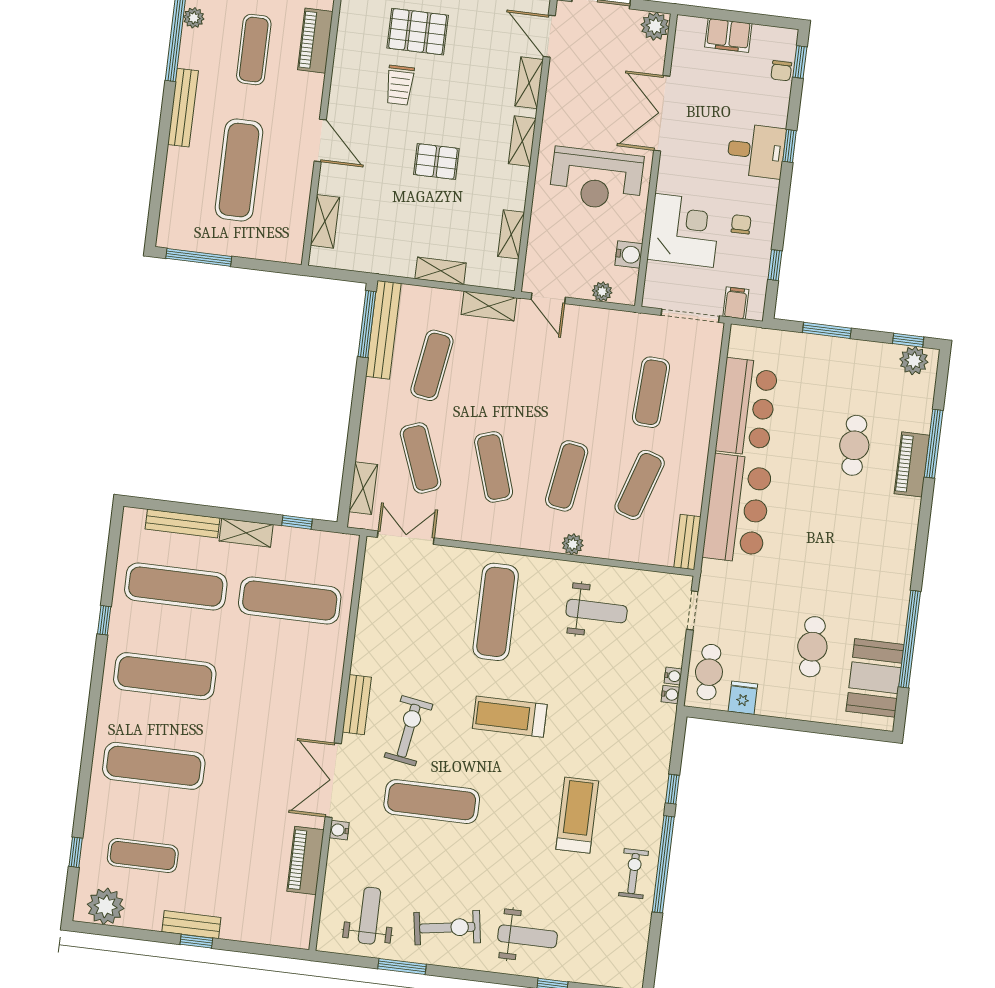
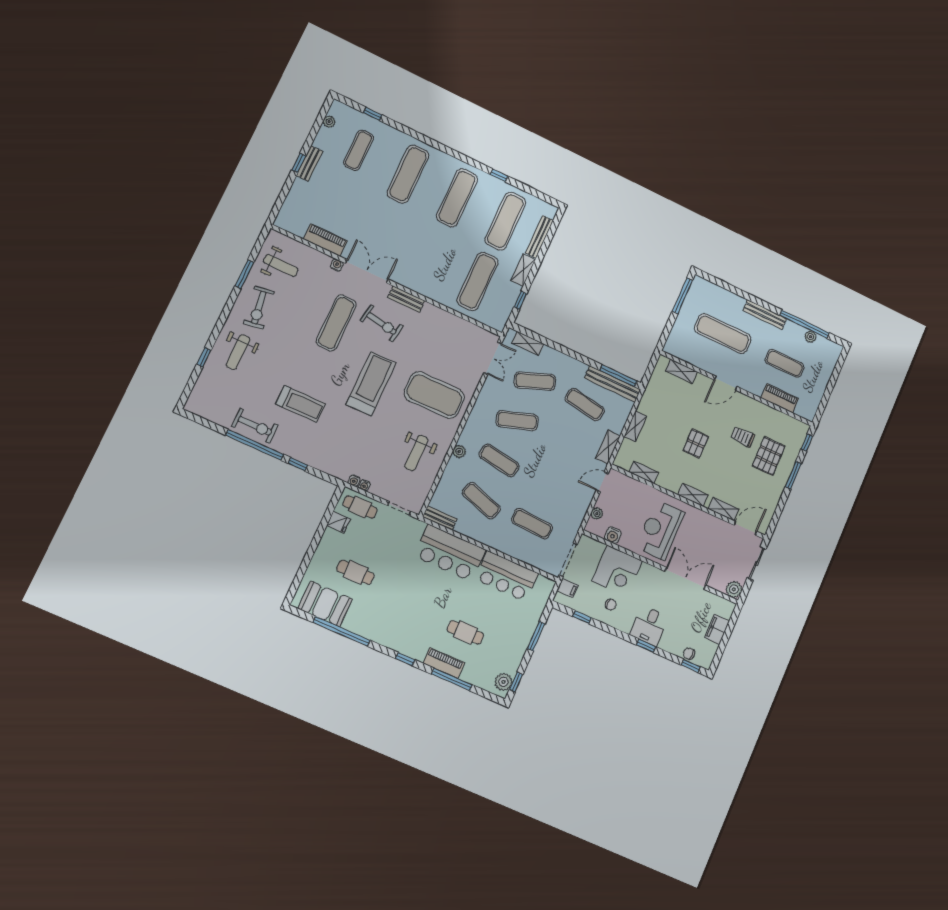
window: (923, 527) -> (405, 659), added
exercise mat: (496, 612) -> (434, 395), width x1.47
treadmill: (510, 717) -> (371, 384), width x1.37, depth x1.38
exercise bike: (634, 874) -> (255, 426), width x1.38, depth x1.39
plant: (106, 906) -> (329, 122), width x0.53, depth x0.53

